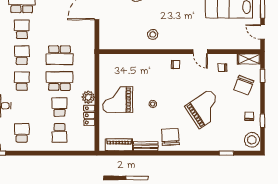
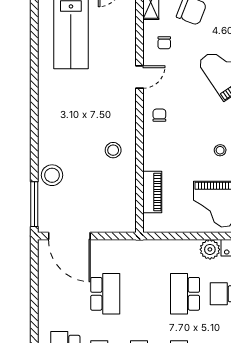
school desk: (59, 55) -> (105, 294), moved
piano: (126, 60) -> (152, 192), added

